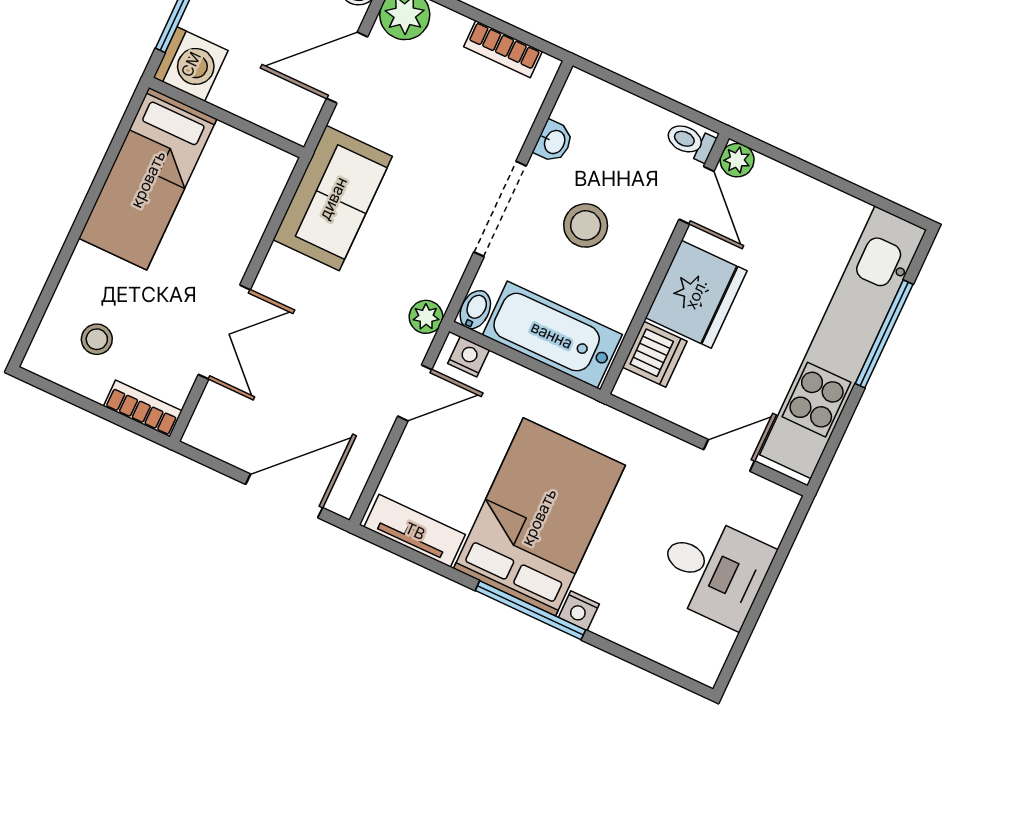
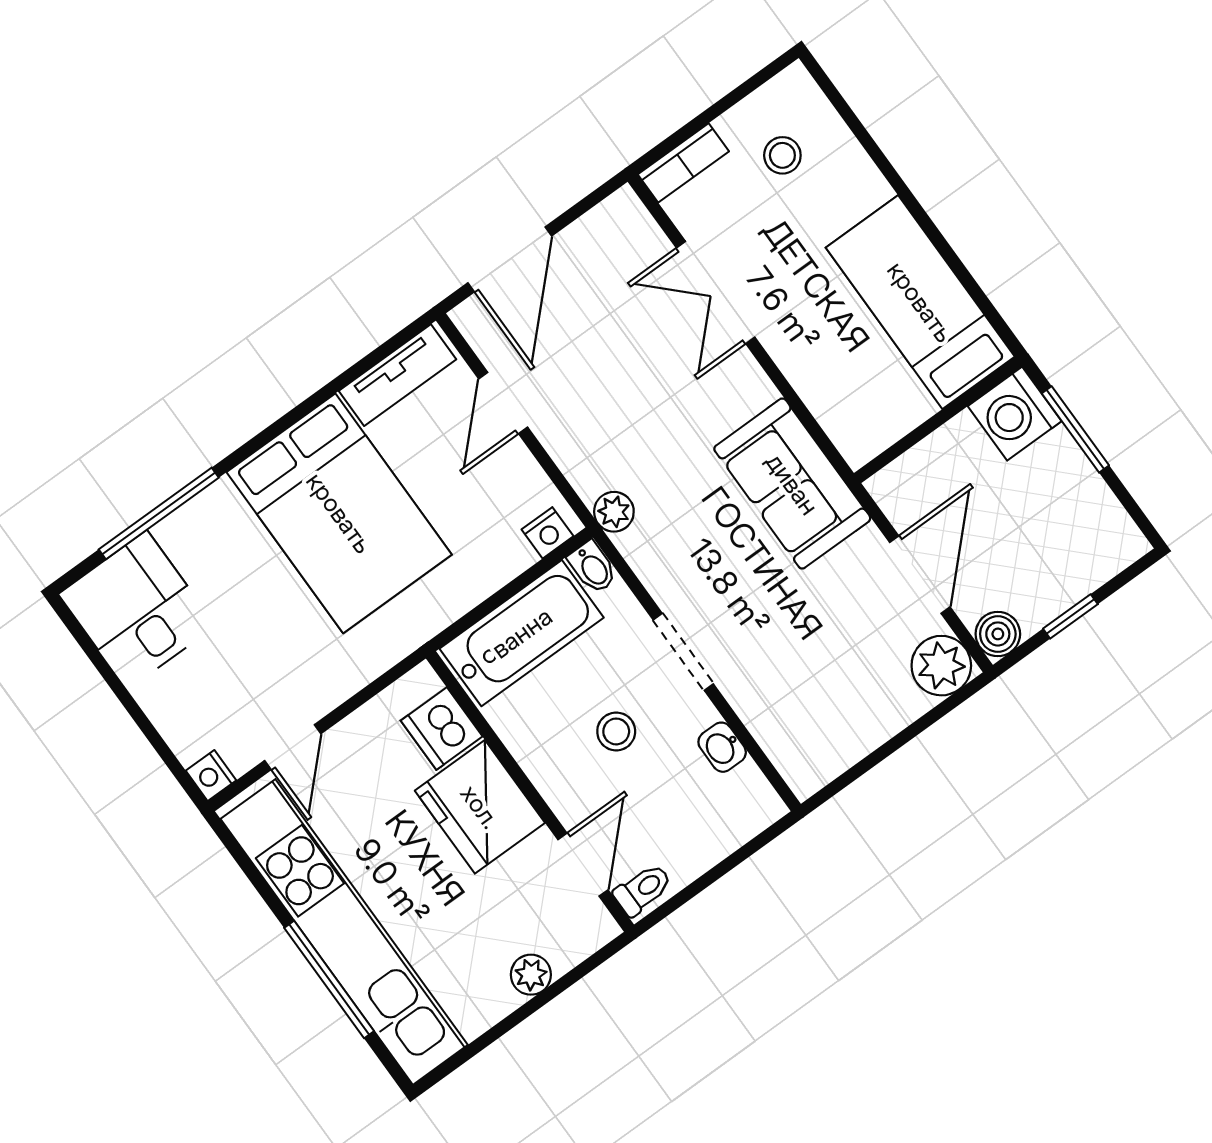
bookcase: (503, 49) -> (848, 748), removed
plant: (737, 160) -> (531, 975), moved
door: (697, 195) -> (583, 865), swing flipped
doorway: (500, 209) -> (683, 652), width x0.73
stool: (586, 225) -> (616, 731), width x0.73, depth x0.73
door: (415, 393) -> (503, 403), moved
desk: (714, 570) -> (137, 610), moved, turned 90
window: (530, 610) -> (159, 514), moved
nightstand: (579, 611) -> (211, 776), moved, turned -90

